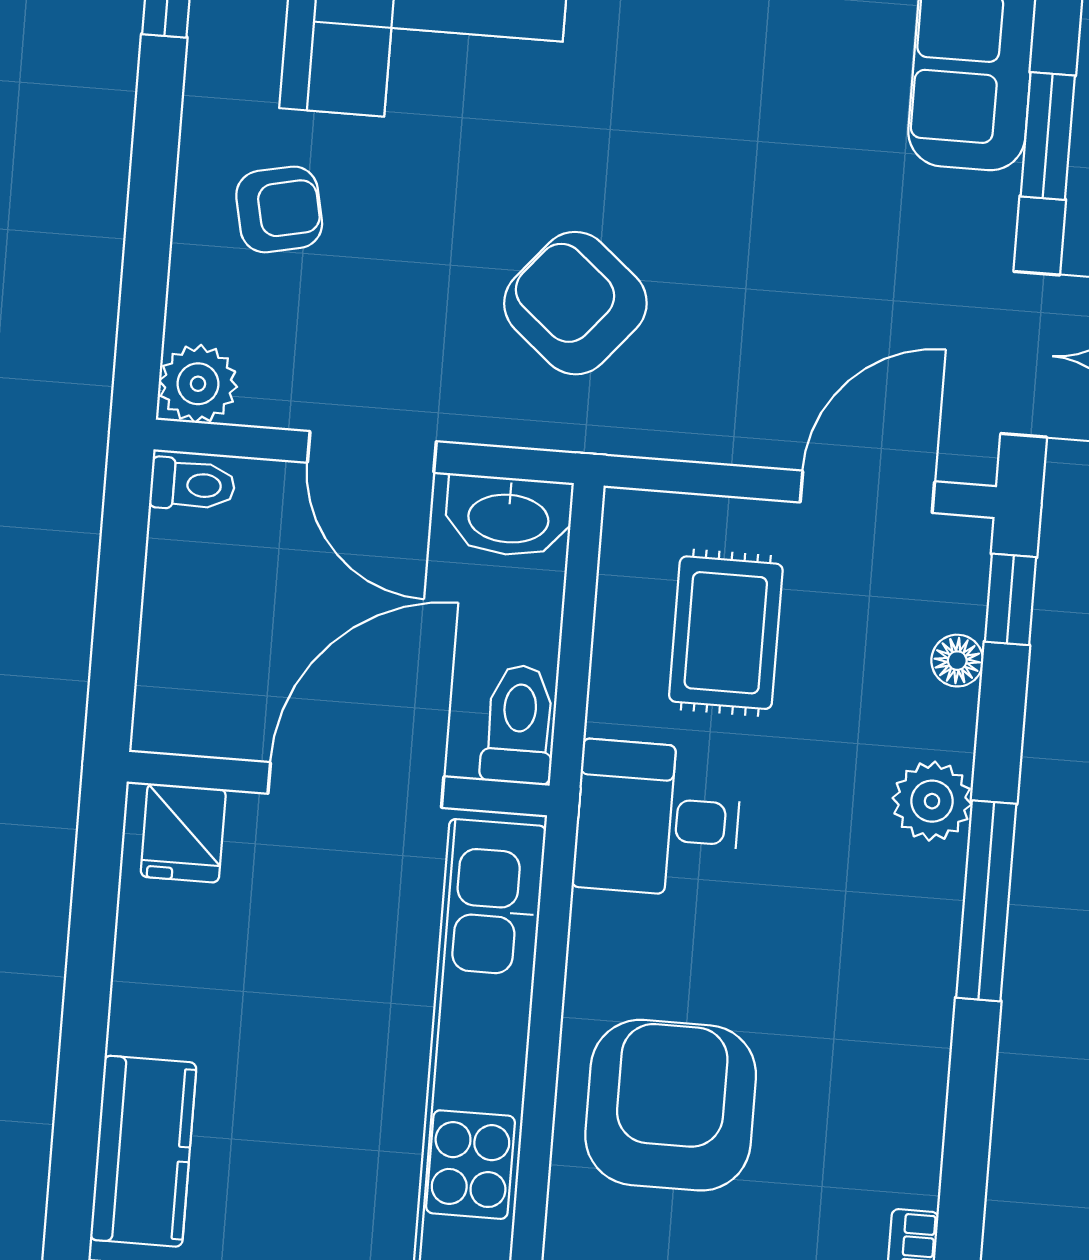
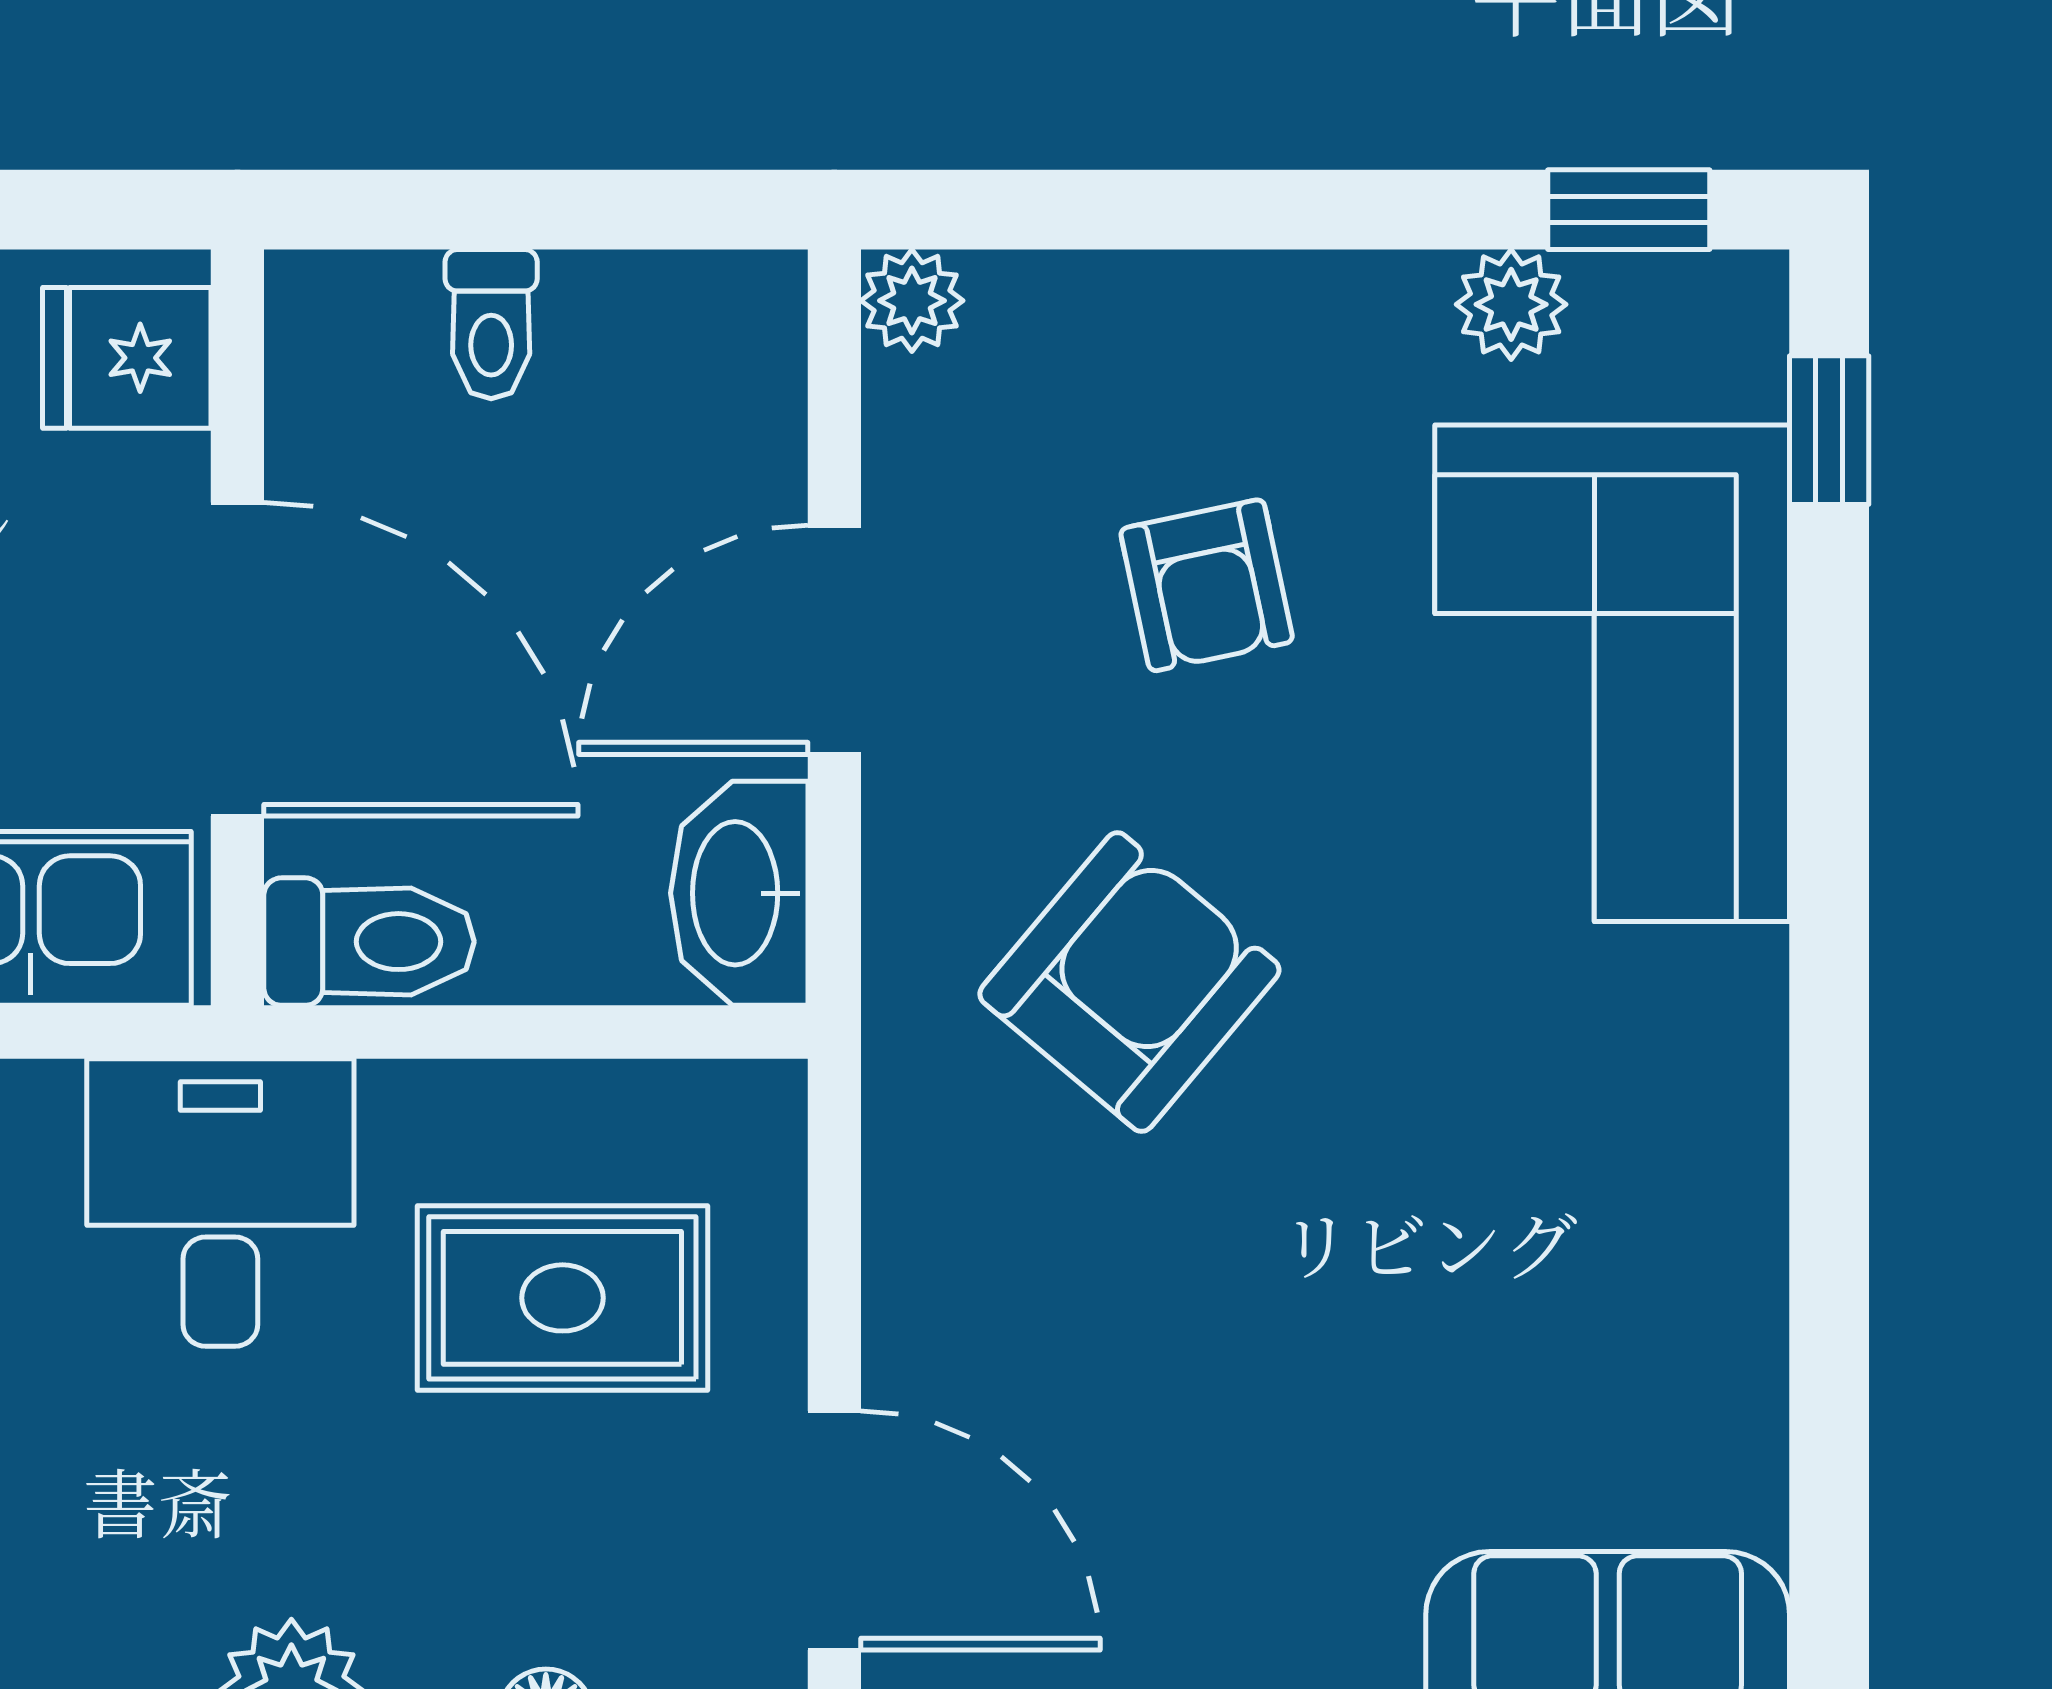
plant: (215, 60) -> (1511, 304), added
armchair: (279, 209) -> (1207, 585), moved
plant: (198, 384) -> (912, 301), width x0.73, depth x0.73
toilet: (192, 485) -> (491, 324), moved

